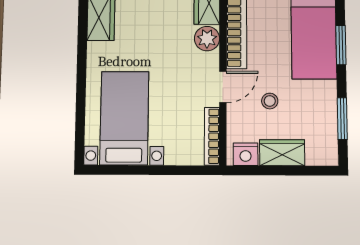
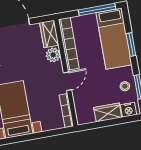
stool: (270, 101) -> (125, 86), moved
nightstand: (246, 154) -> (129, 110), moved

